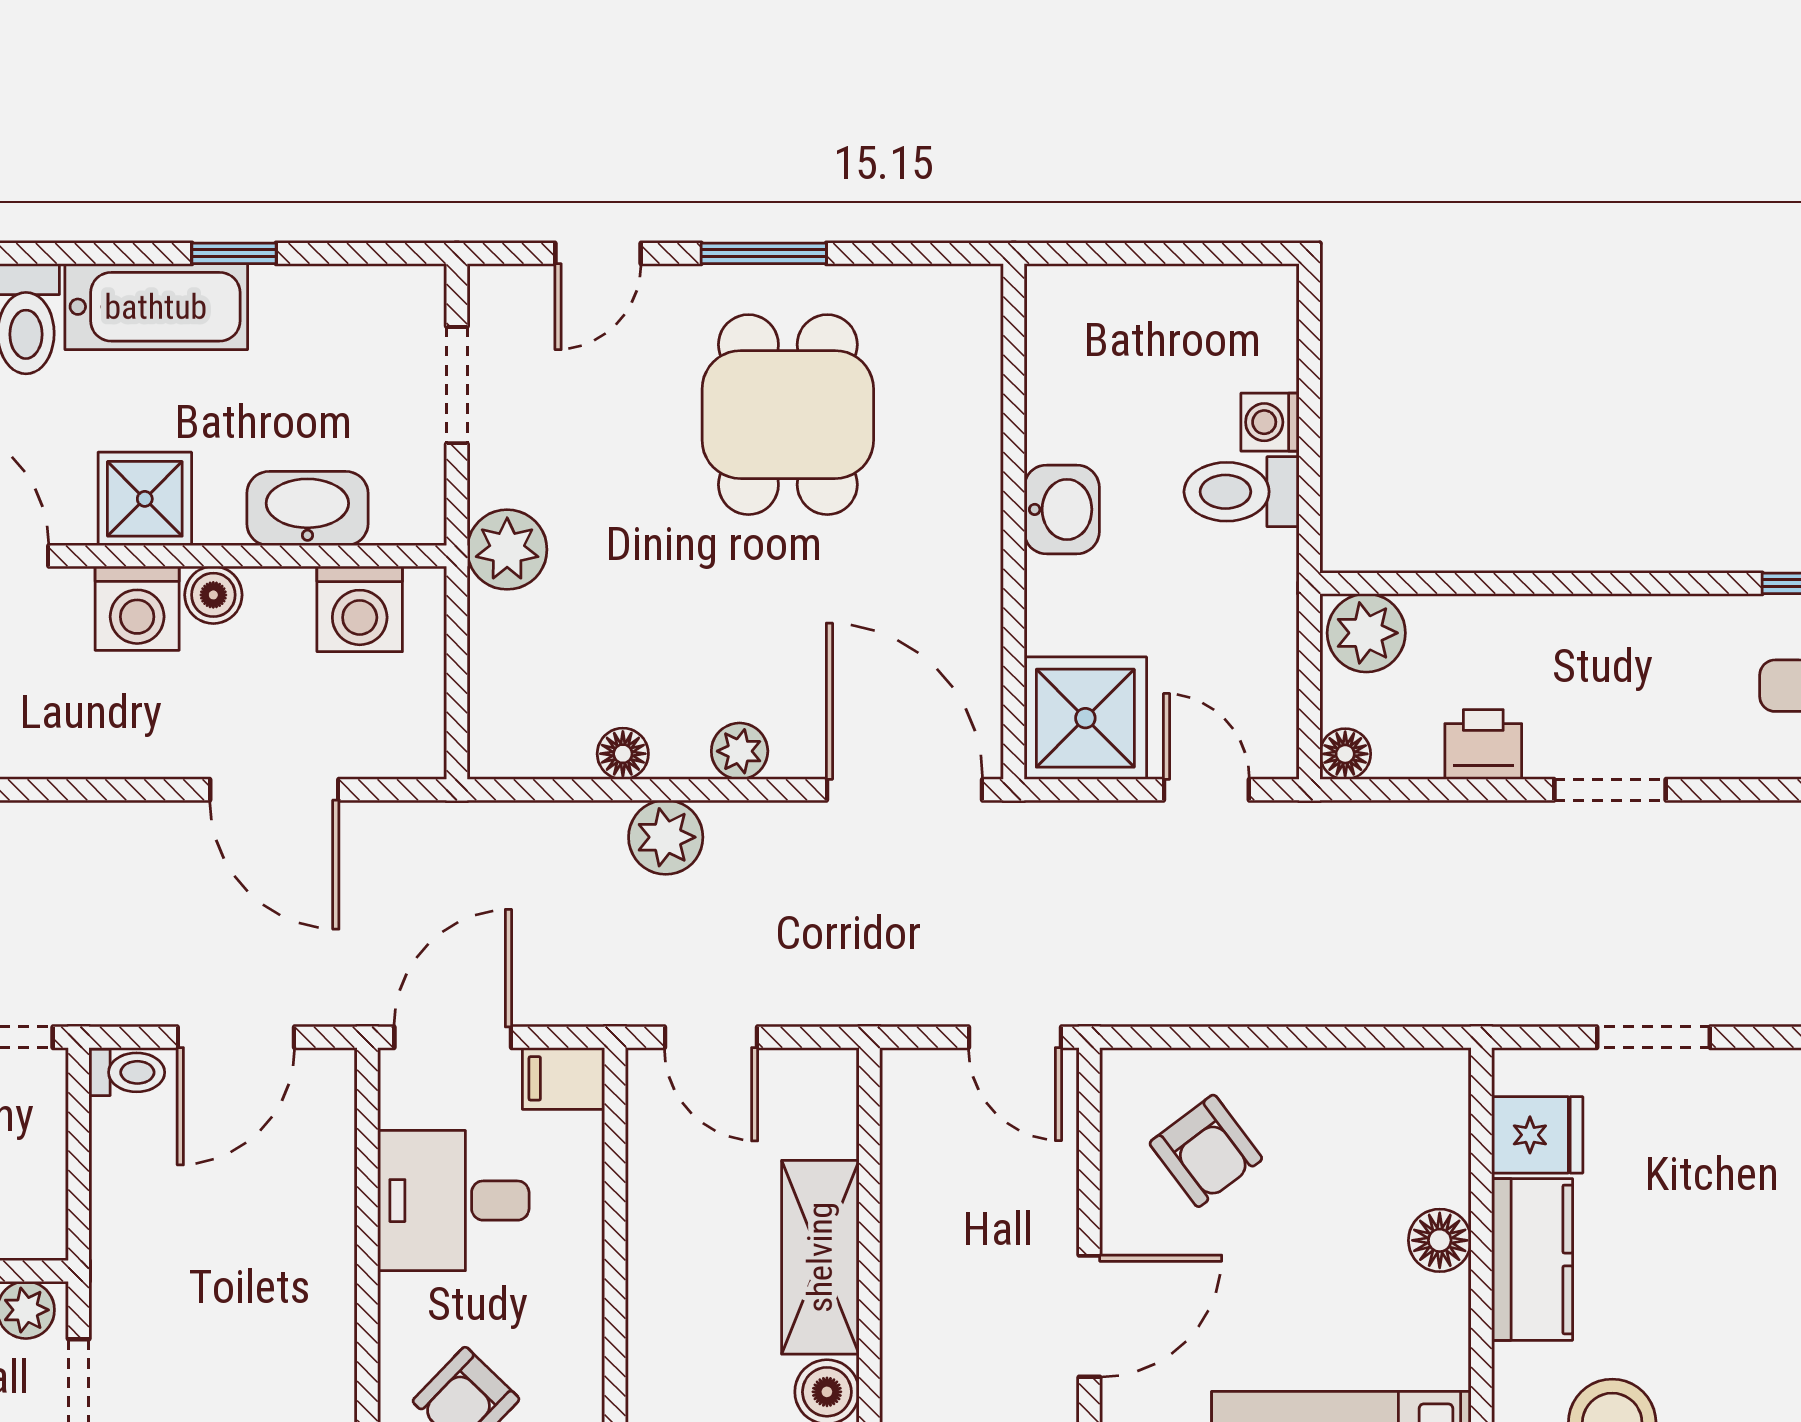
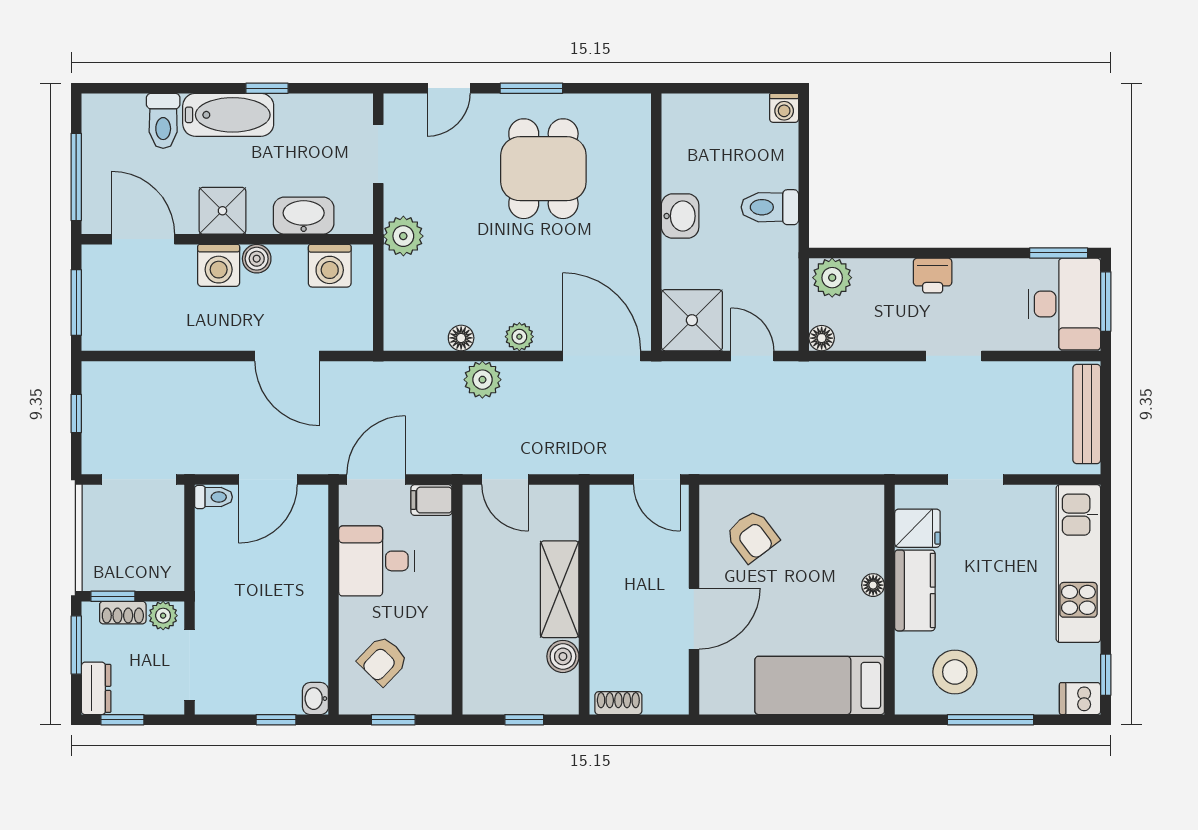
washing machine: (1270, 422) -> (784, 108), moved, turned -90
printer: (1483, 744) -> (933, 276), moved, turned 180
floor lamp: (1440, 1240) -> (873, 585), width x0.73, depth x0.73

